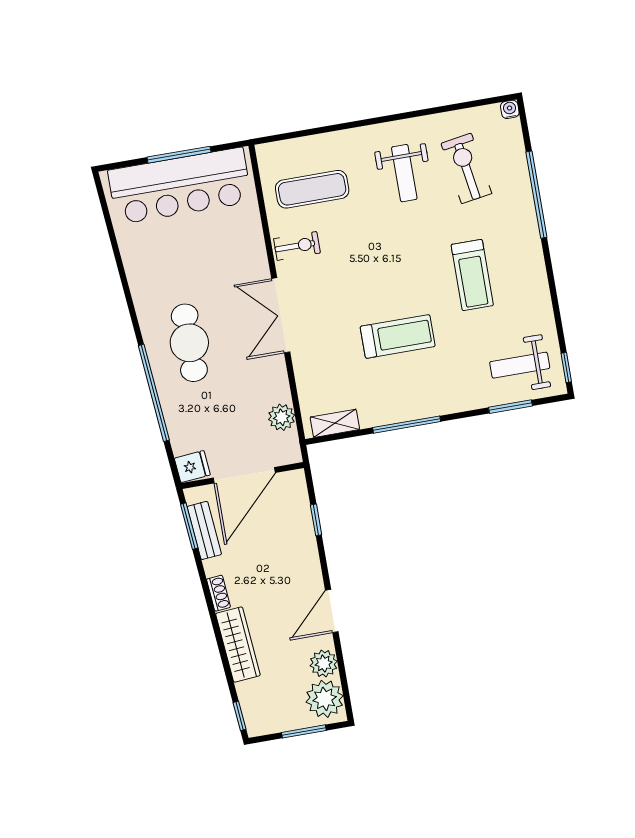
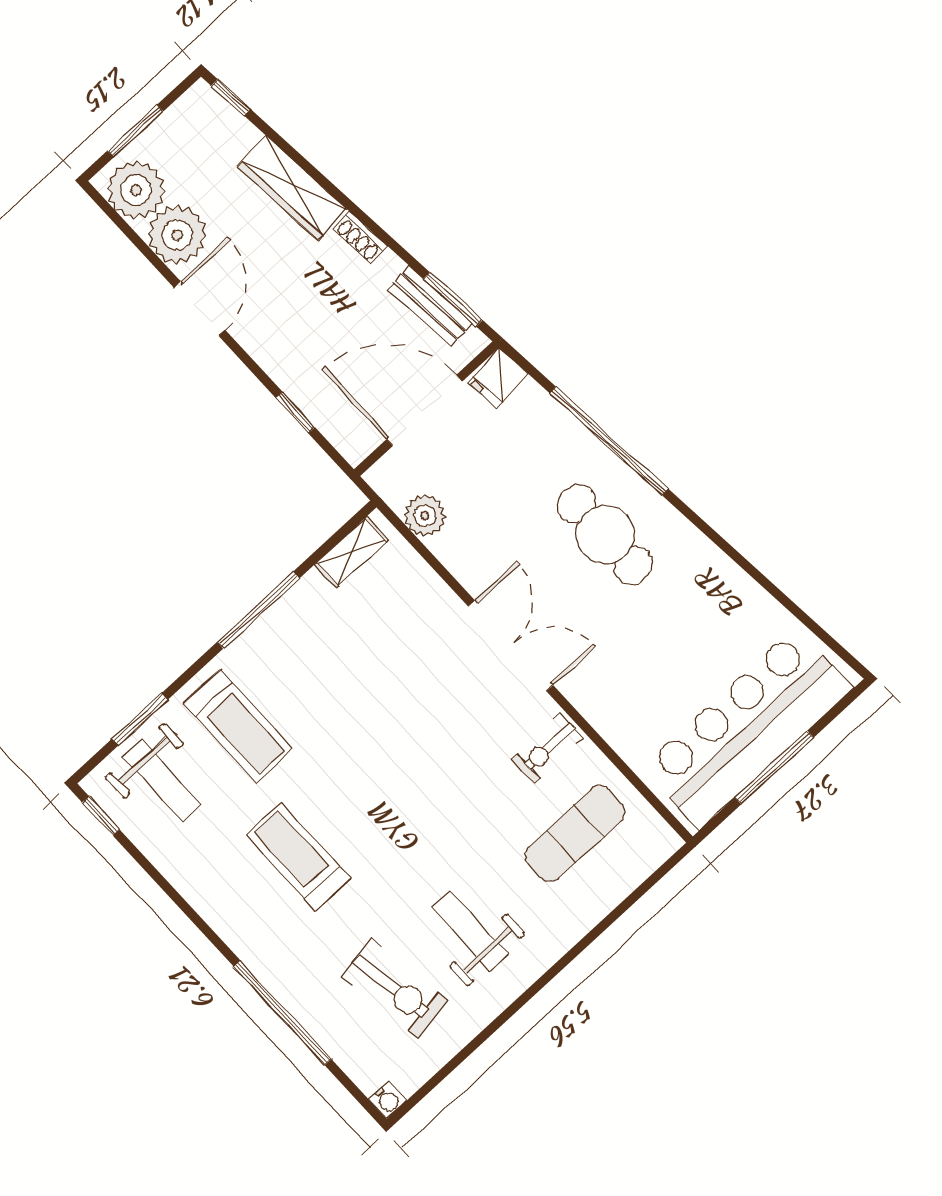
treadmill: (398, 336) -> (238, 726), moved, turned -90
weight bench: (520, 365) -> (162, 780), turned 90
door: (244, 475) -> (425, 410), hinge flipped
plant: (324, 664) -> (177, 235), width x1.36, depth x1.36

